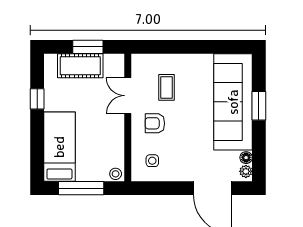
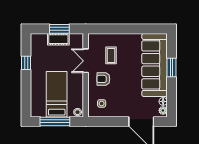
cot: (80, 66) -> (58, 39), width x0.73, depth x0.75
bed: (59, 147) -> (57, 94), moved

